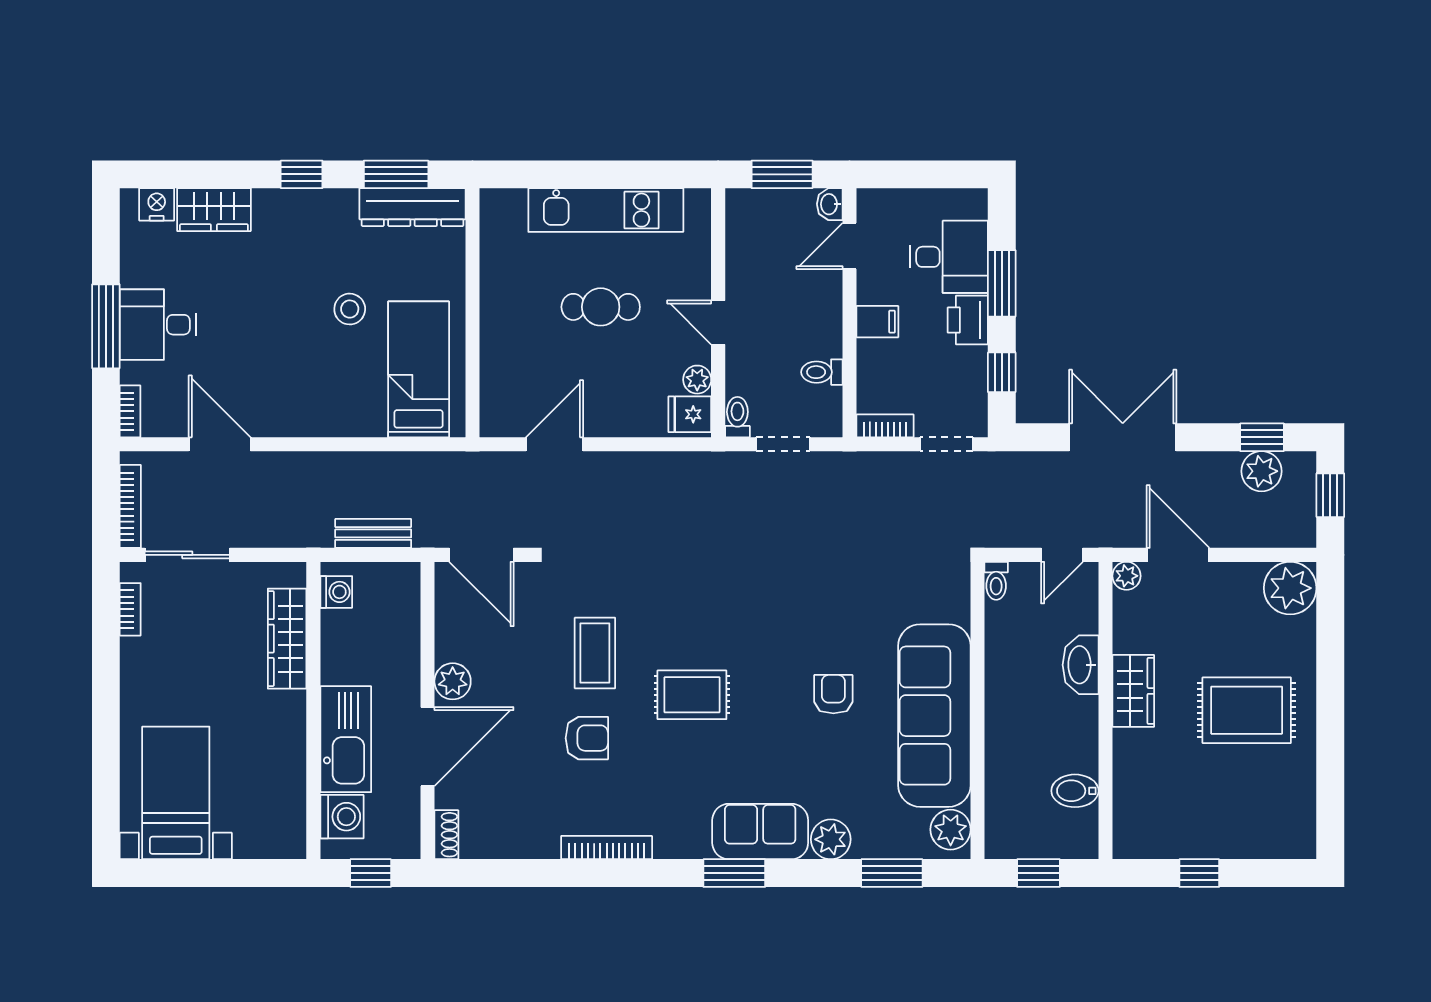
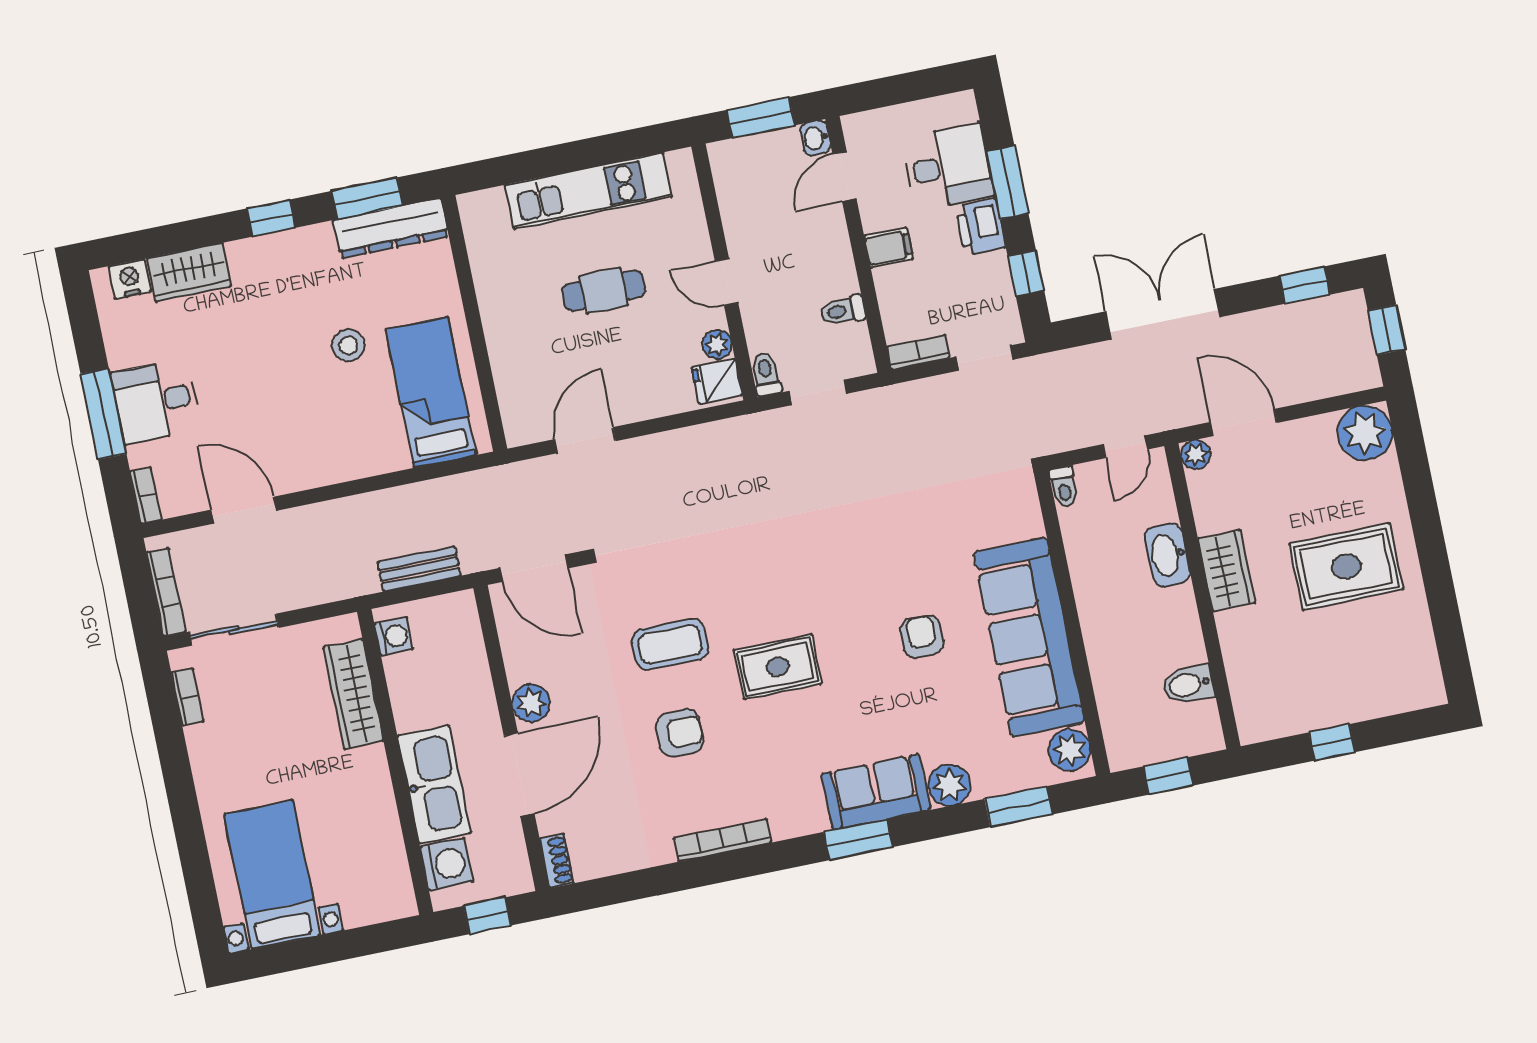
plant: (1262, 471) -> (1311, 320), removed
coffee table: (595, 653) -> (670, 644), turned 90

